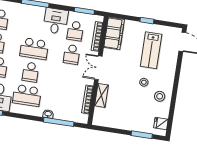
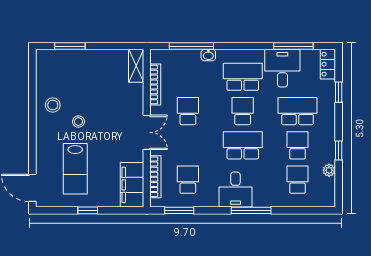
desk: (56, 21) -> (235, 190), moved
lab bench: (151, 50) -> (75, 169), turned 180
school desk: (72, 54) -> (188, 111), moved
shelving: (101, 95) -> (136, 66), moved
fridge: (161, 123) -> (45, 66), removed

